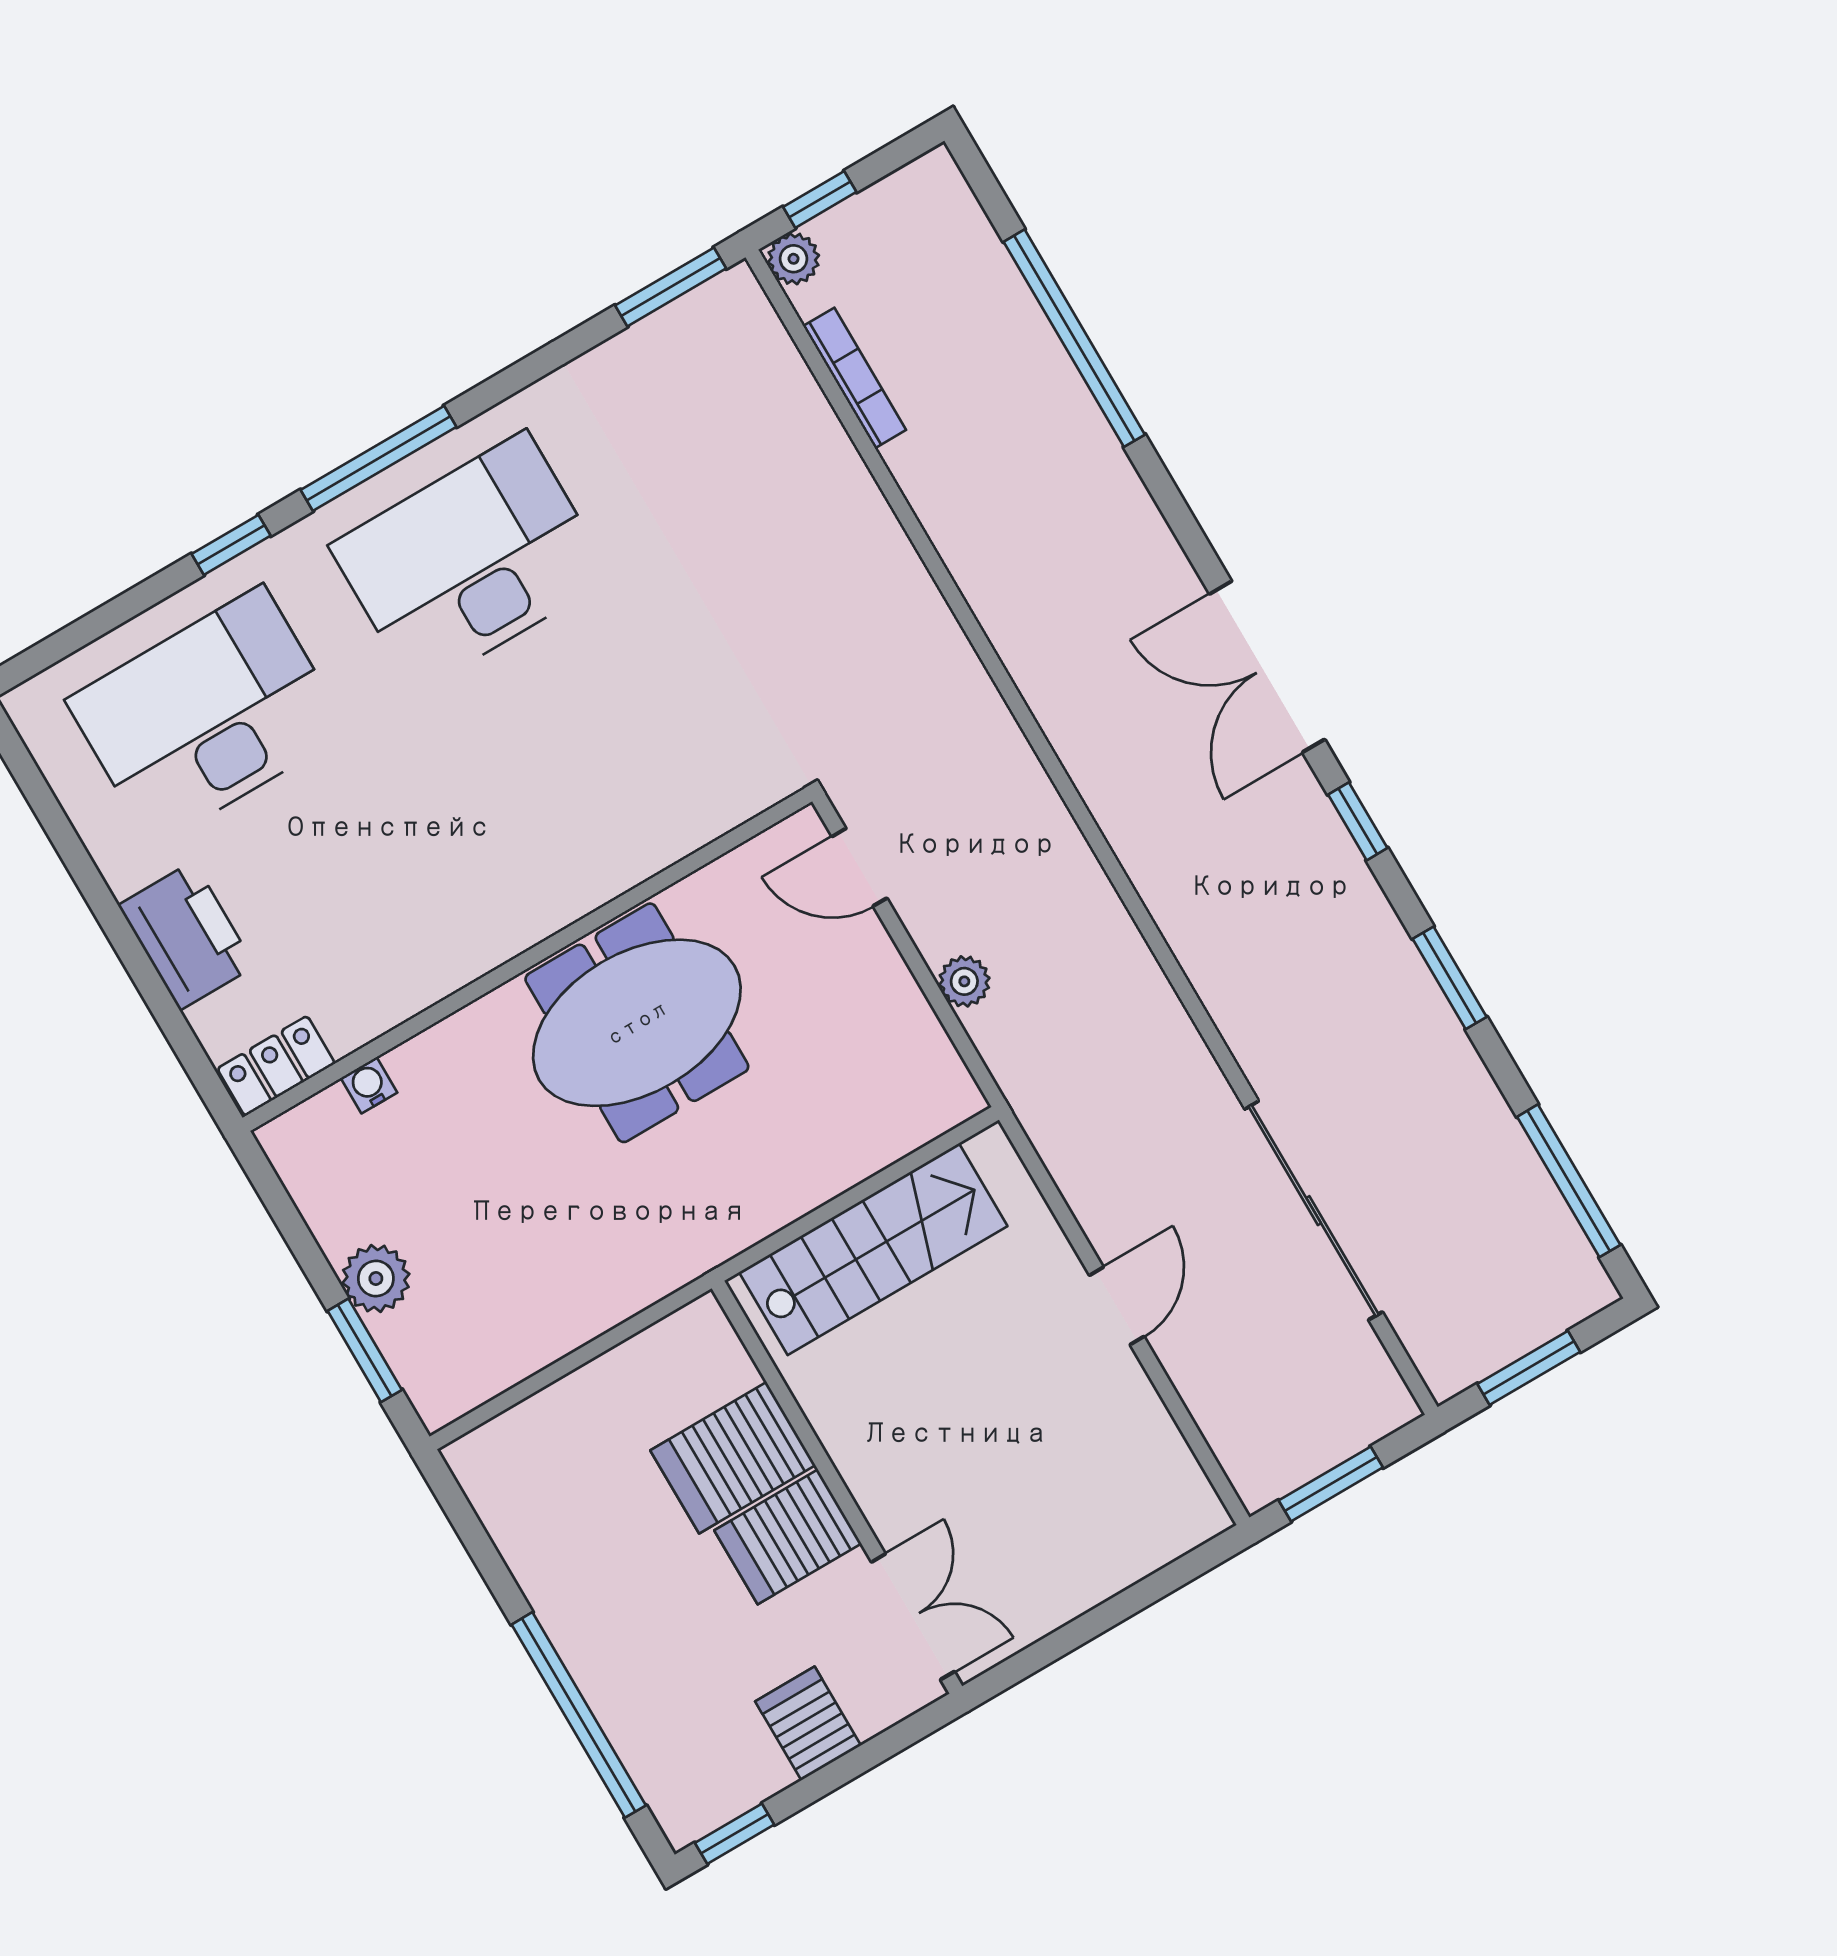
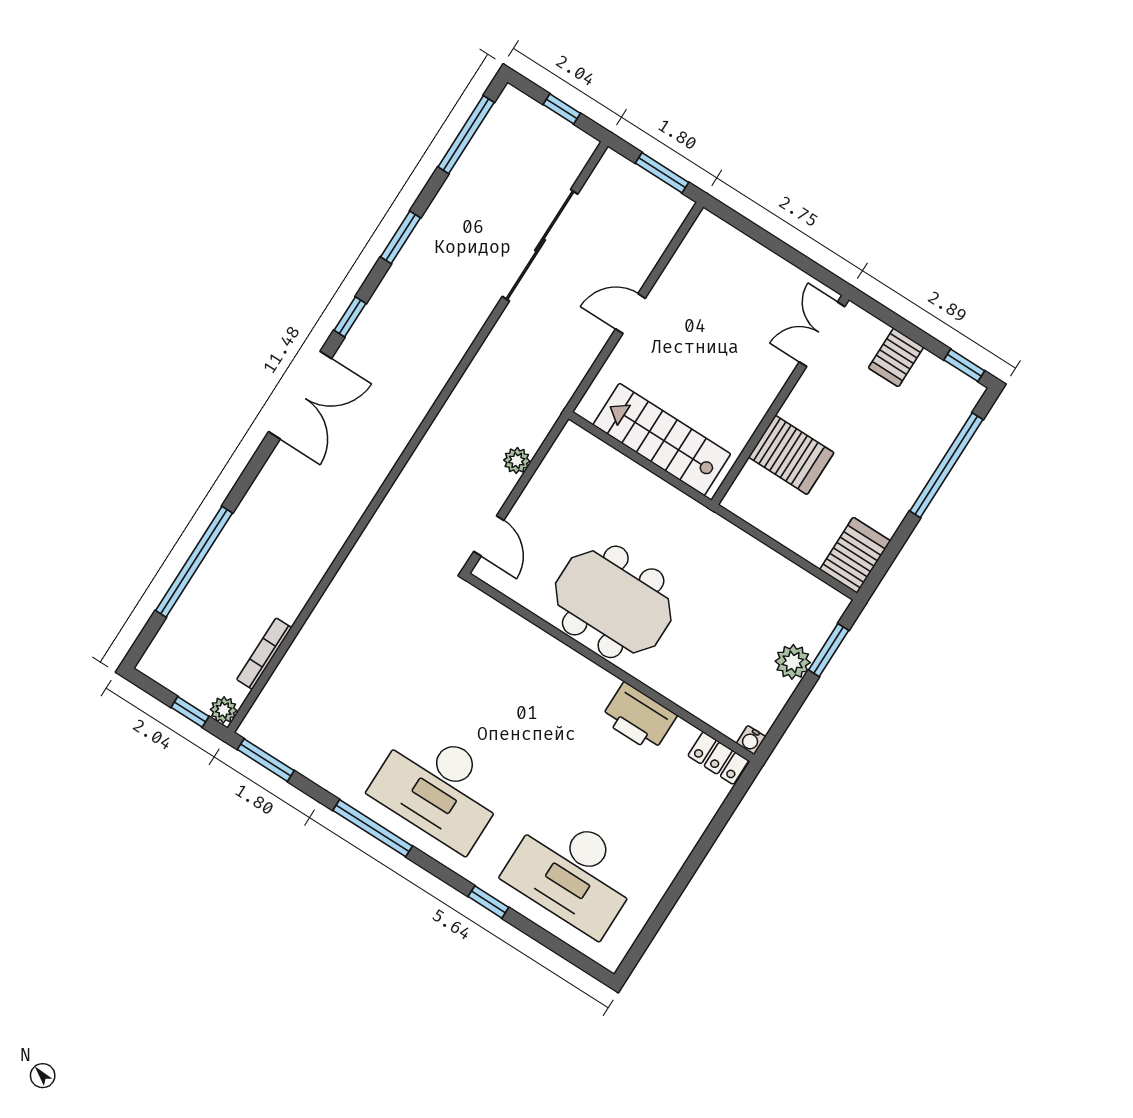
window: (378, 458) -> (373, 828), moved
printer: (187, 936) -> (639, 717), moved, turned -90
water cooler: (369, 1085) -> (751, 740), moved
window: (1529, 1368) -> (562, 109), width x0.67
server rack: (788, 1537) -> (855, 555), moved, turned -90

